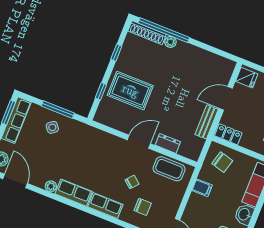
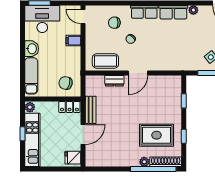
rug: (130, 91) -> (156, 135), moved
filing cabinet: (202, 188) -> (73, 41), moved

